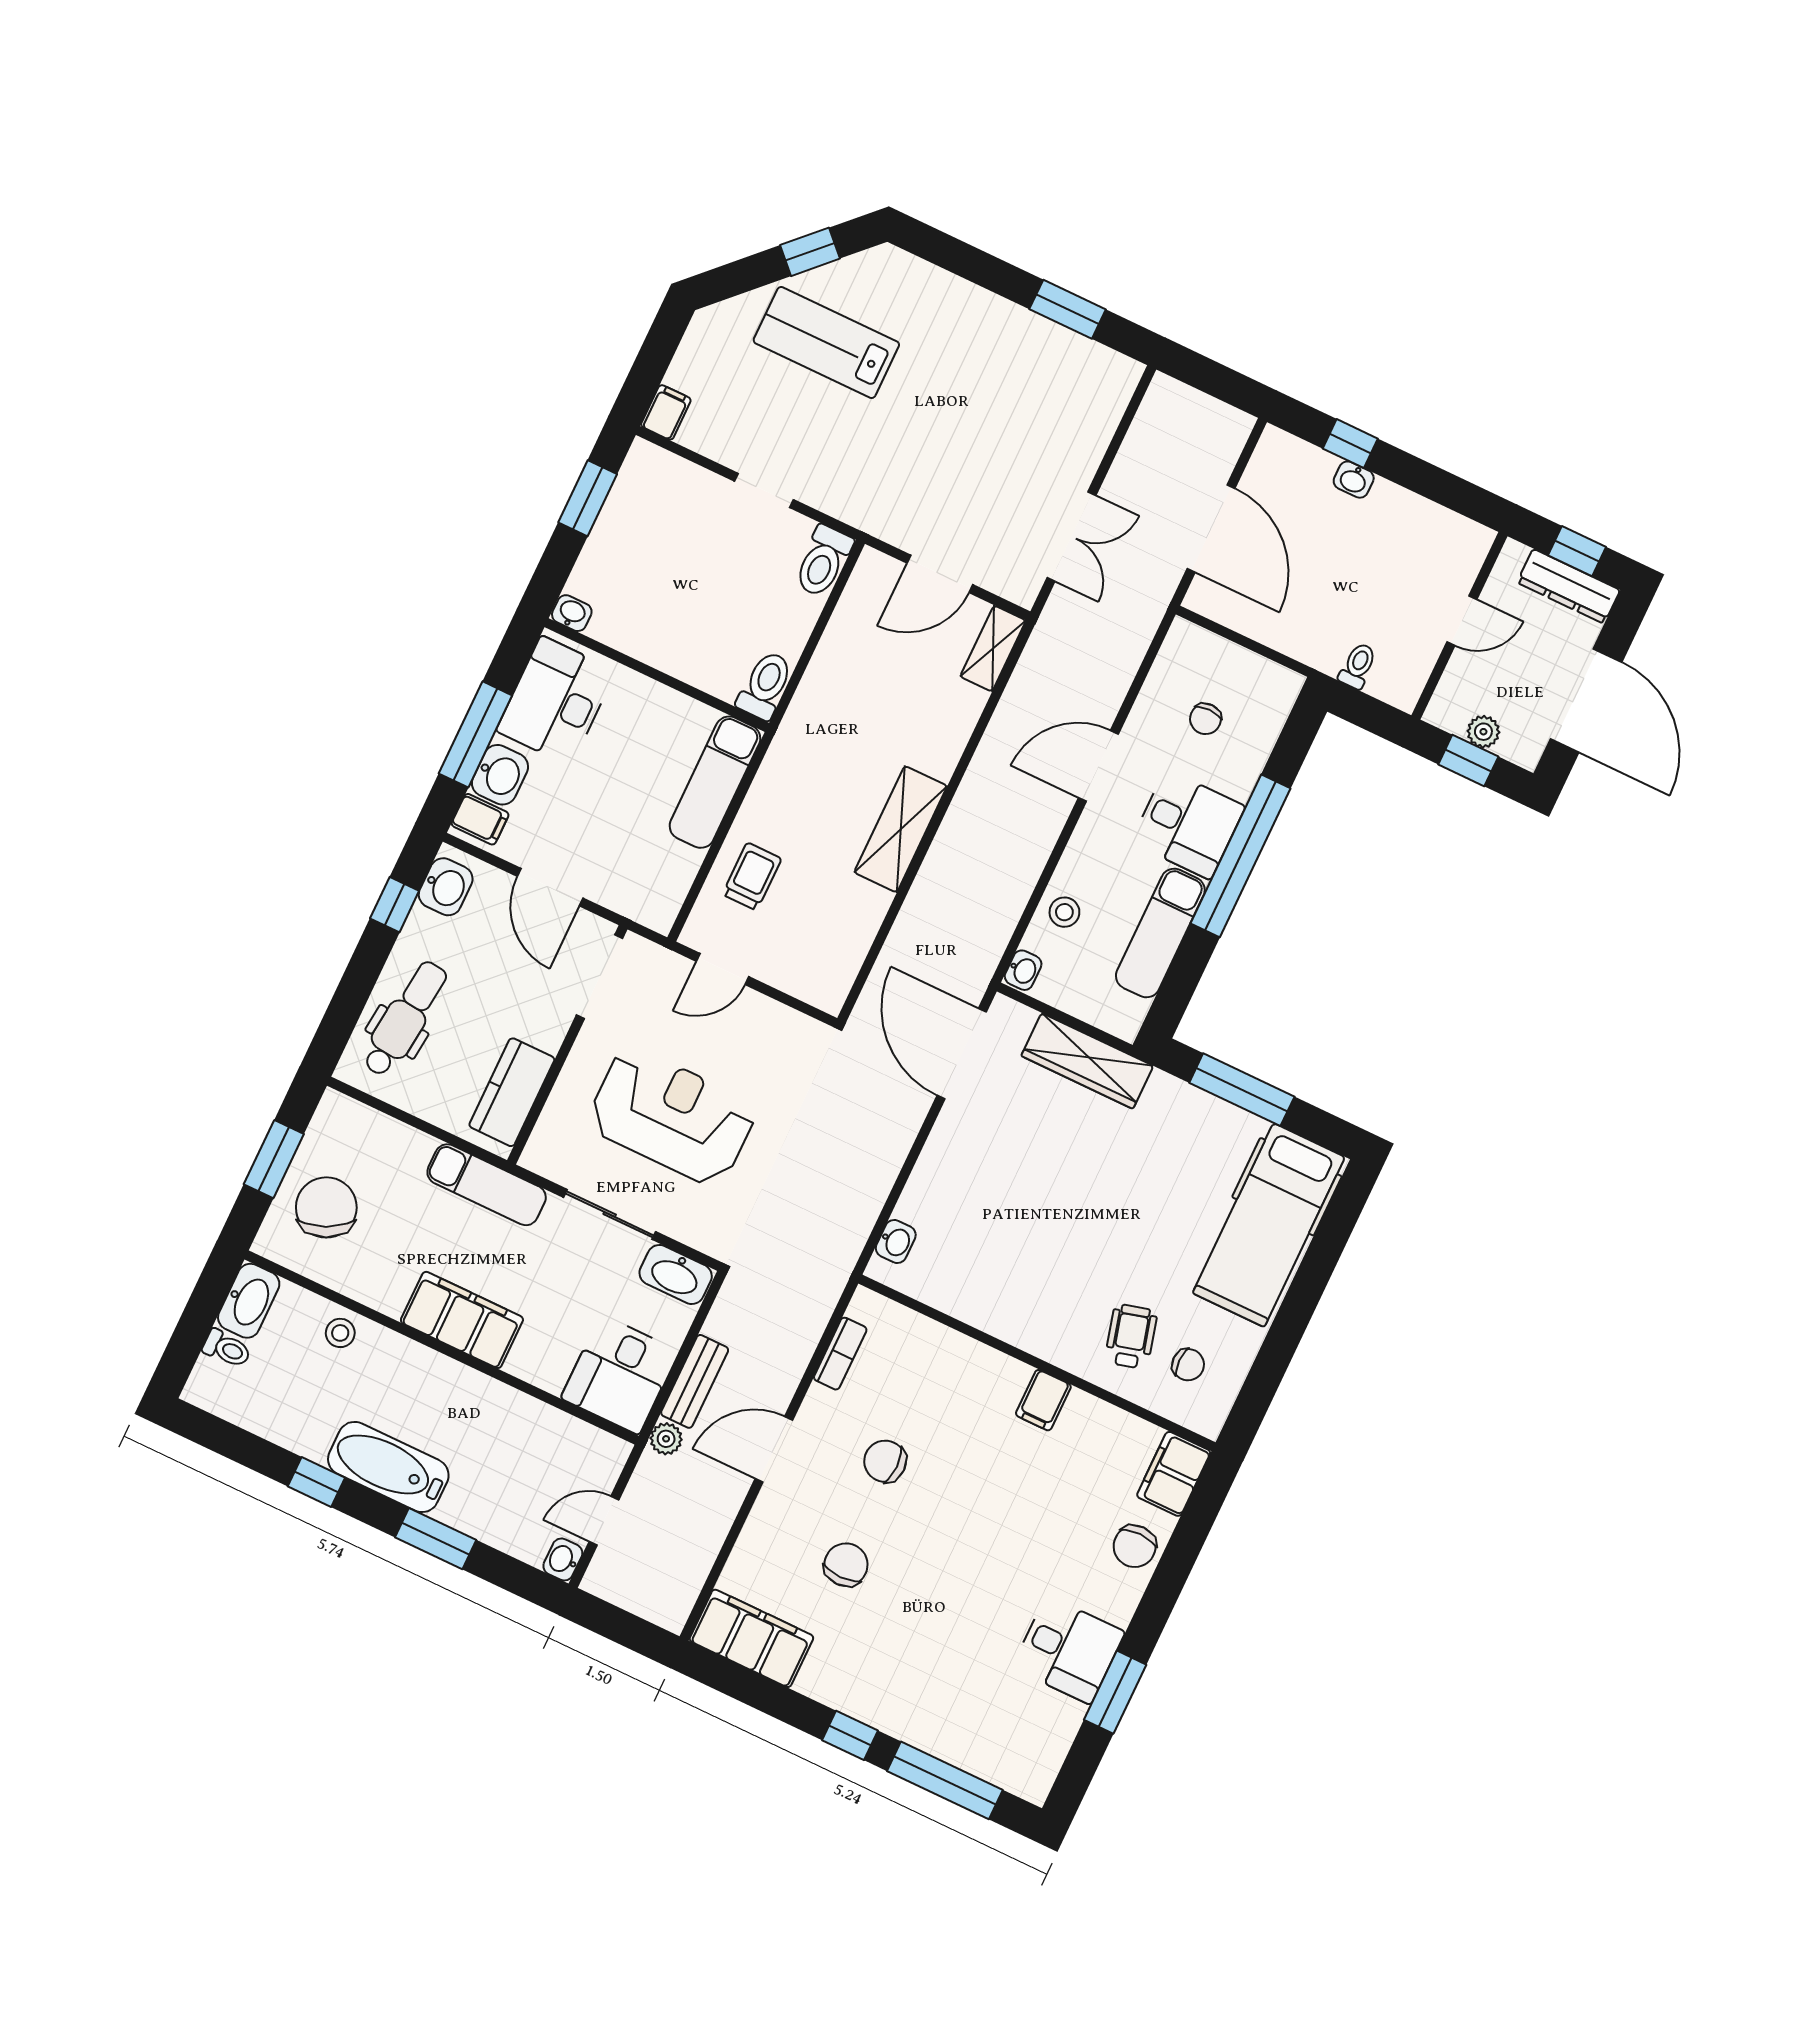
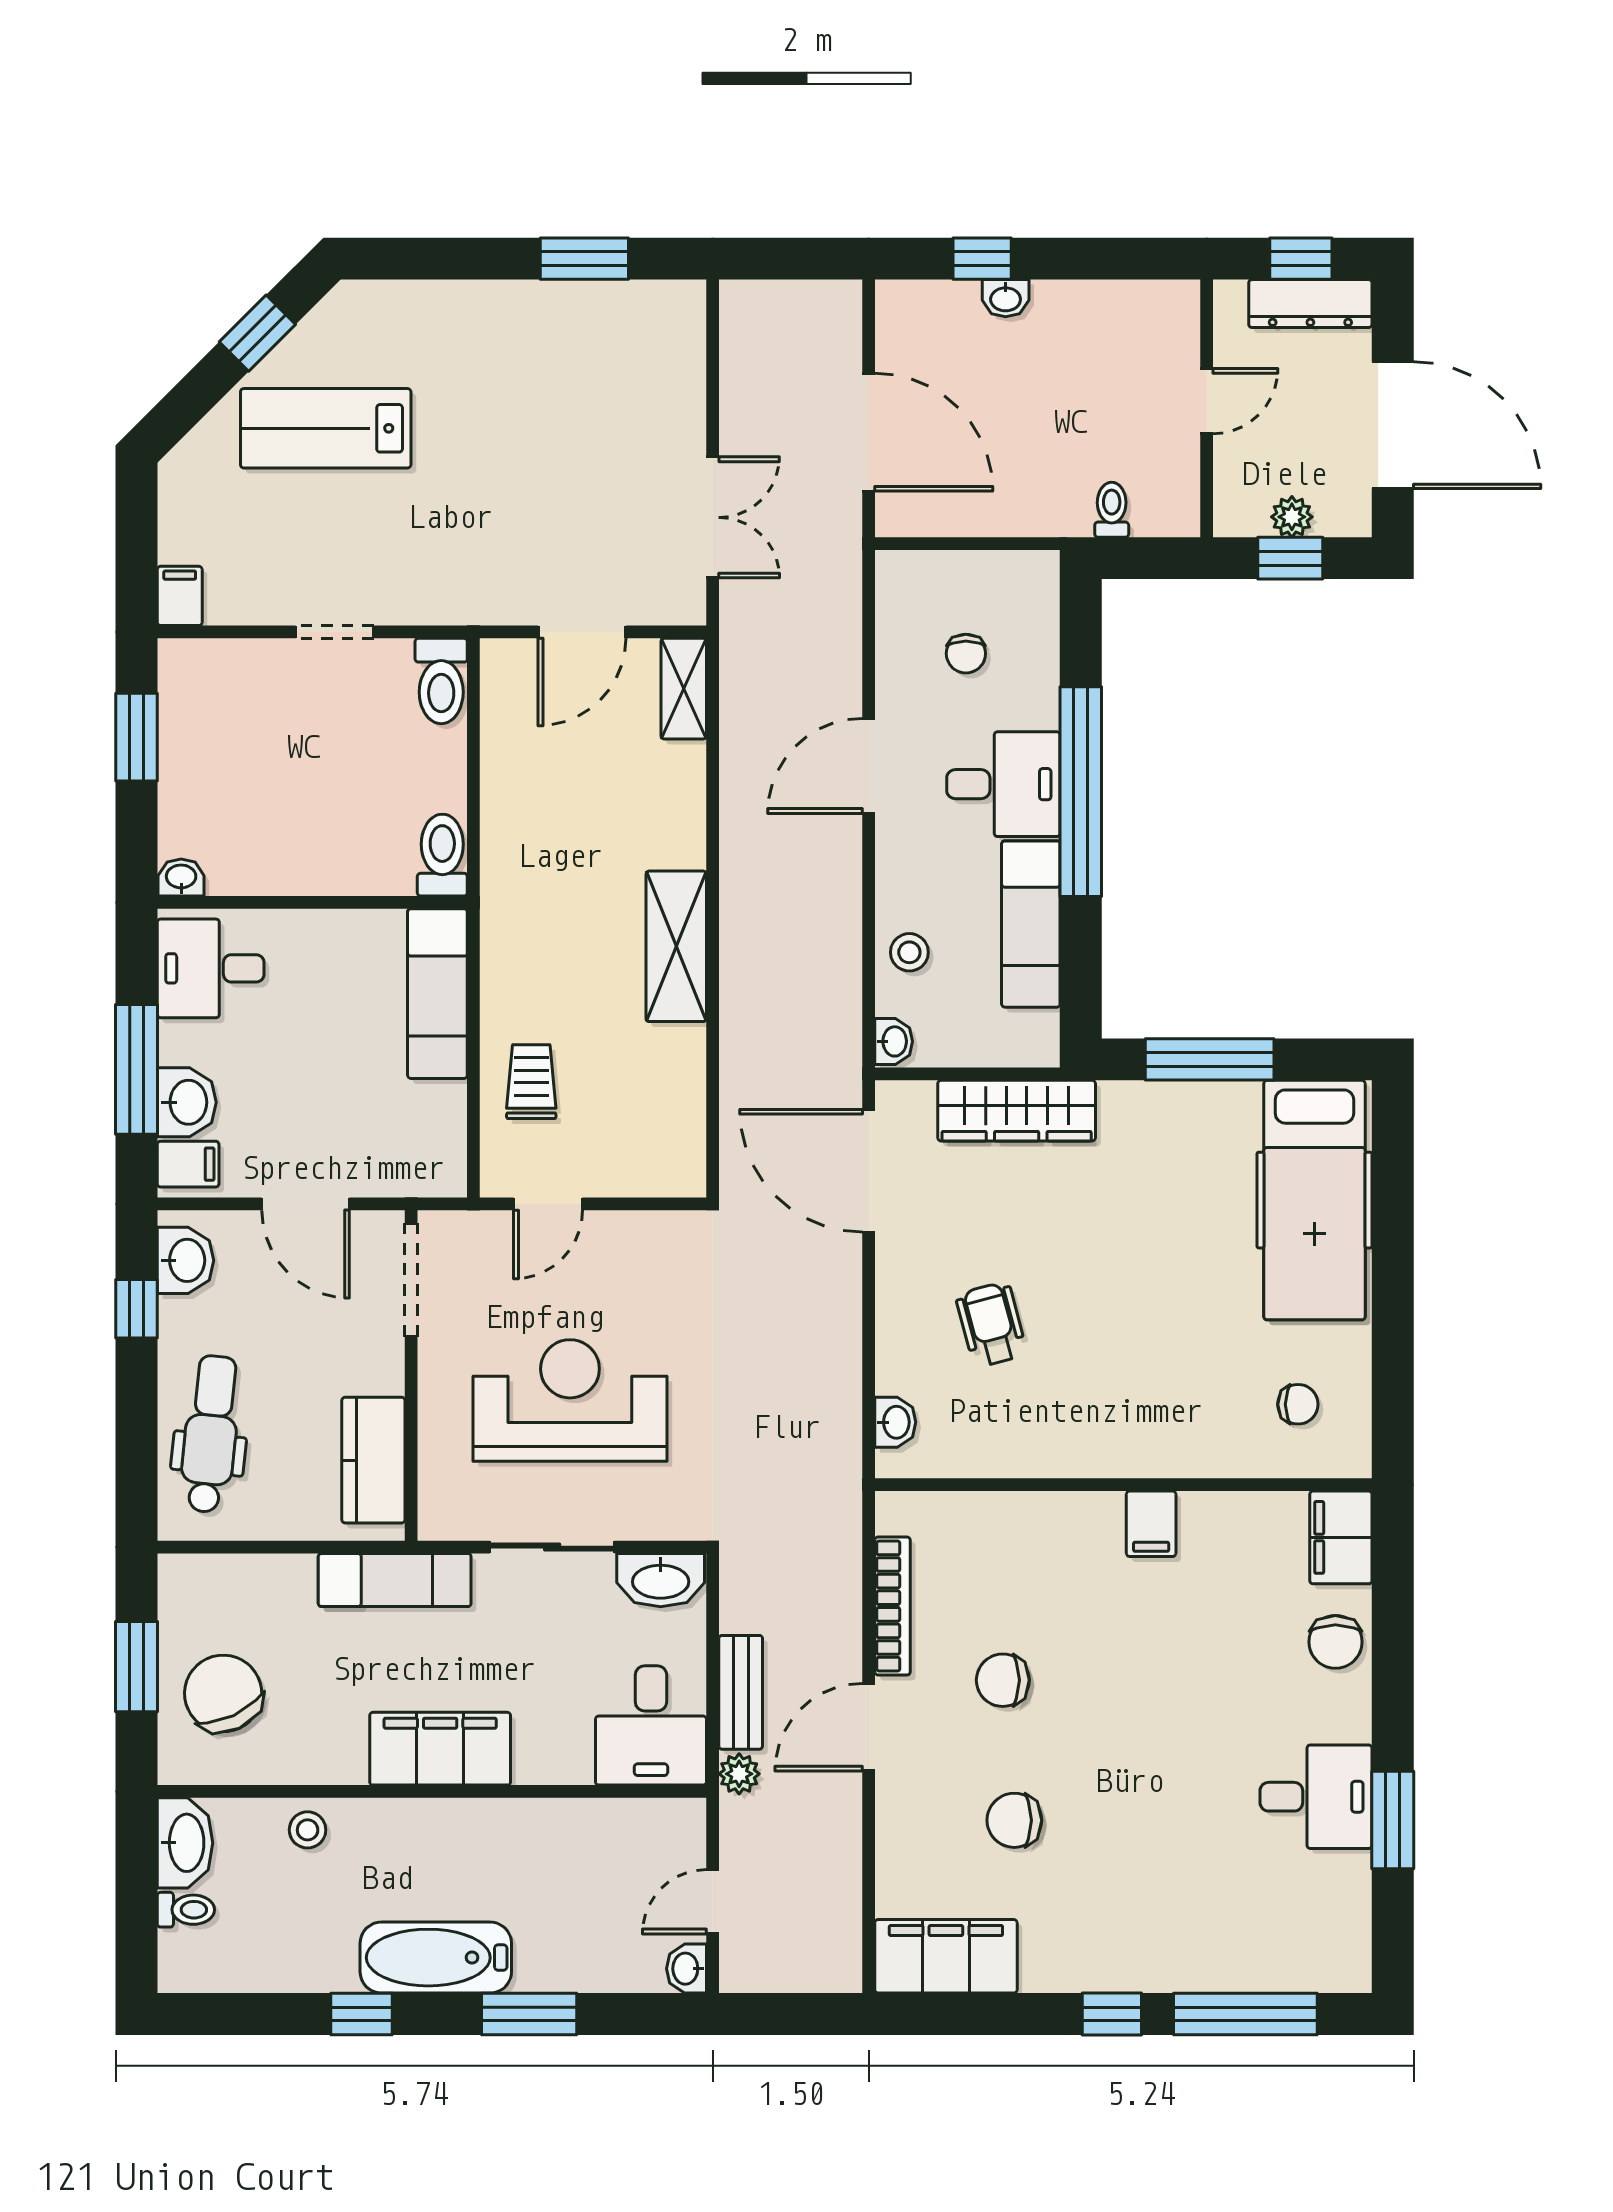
desk: (556, 701) -> (211, 968), width x0.73
wheelchair: (1131, 1336) -> (991, 1324), moved
bookcase: (840, 1354) -> (893, 1606), width x1.56
chair: (846, 1565) -> (1014, 1820), turned -90

